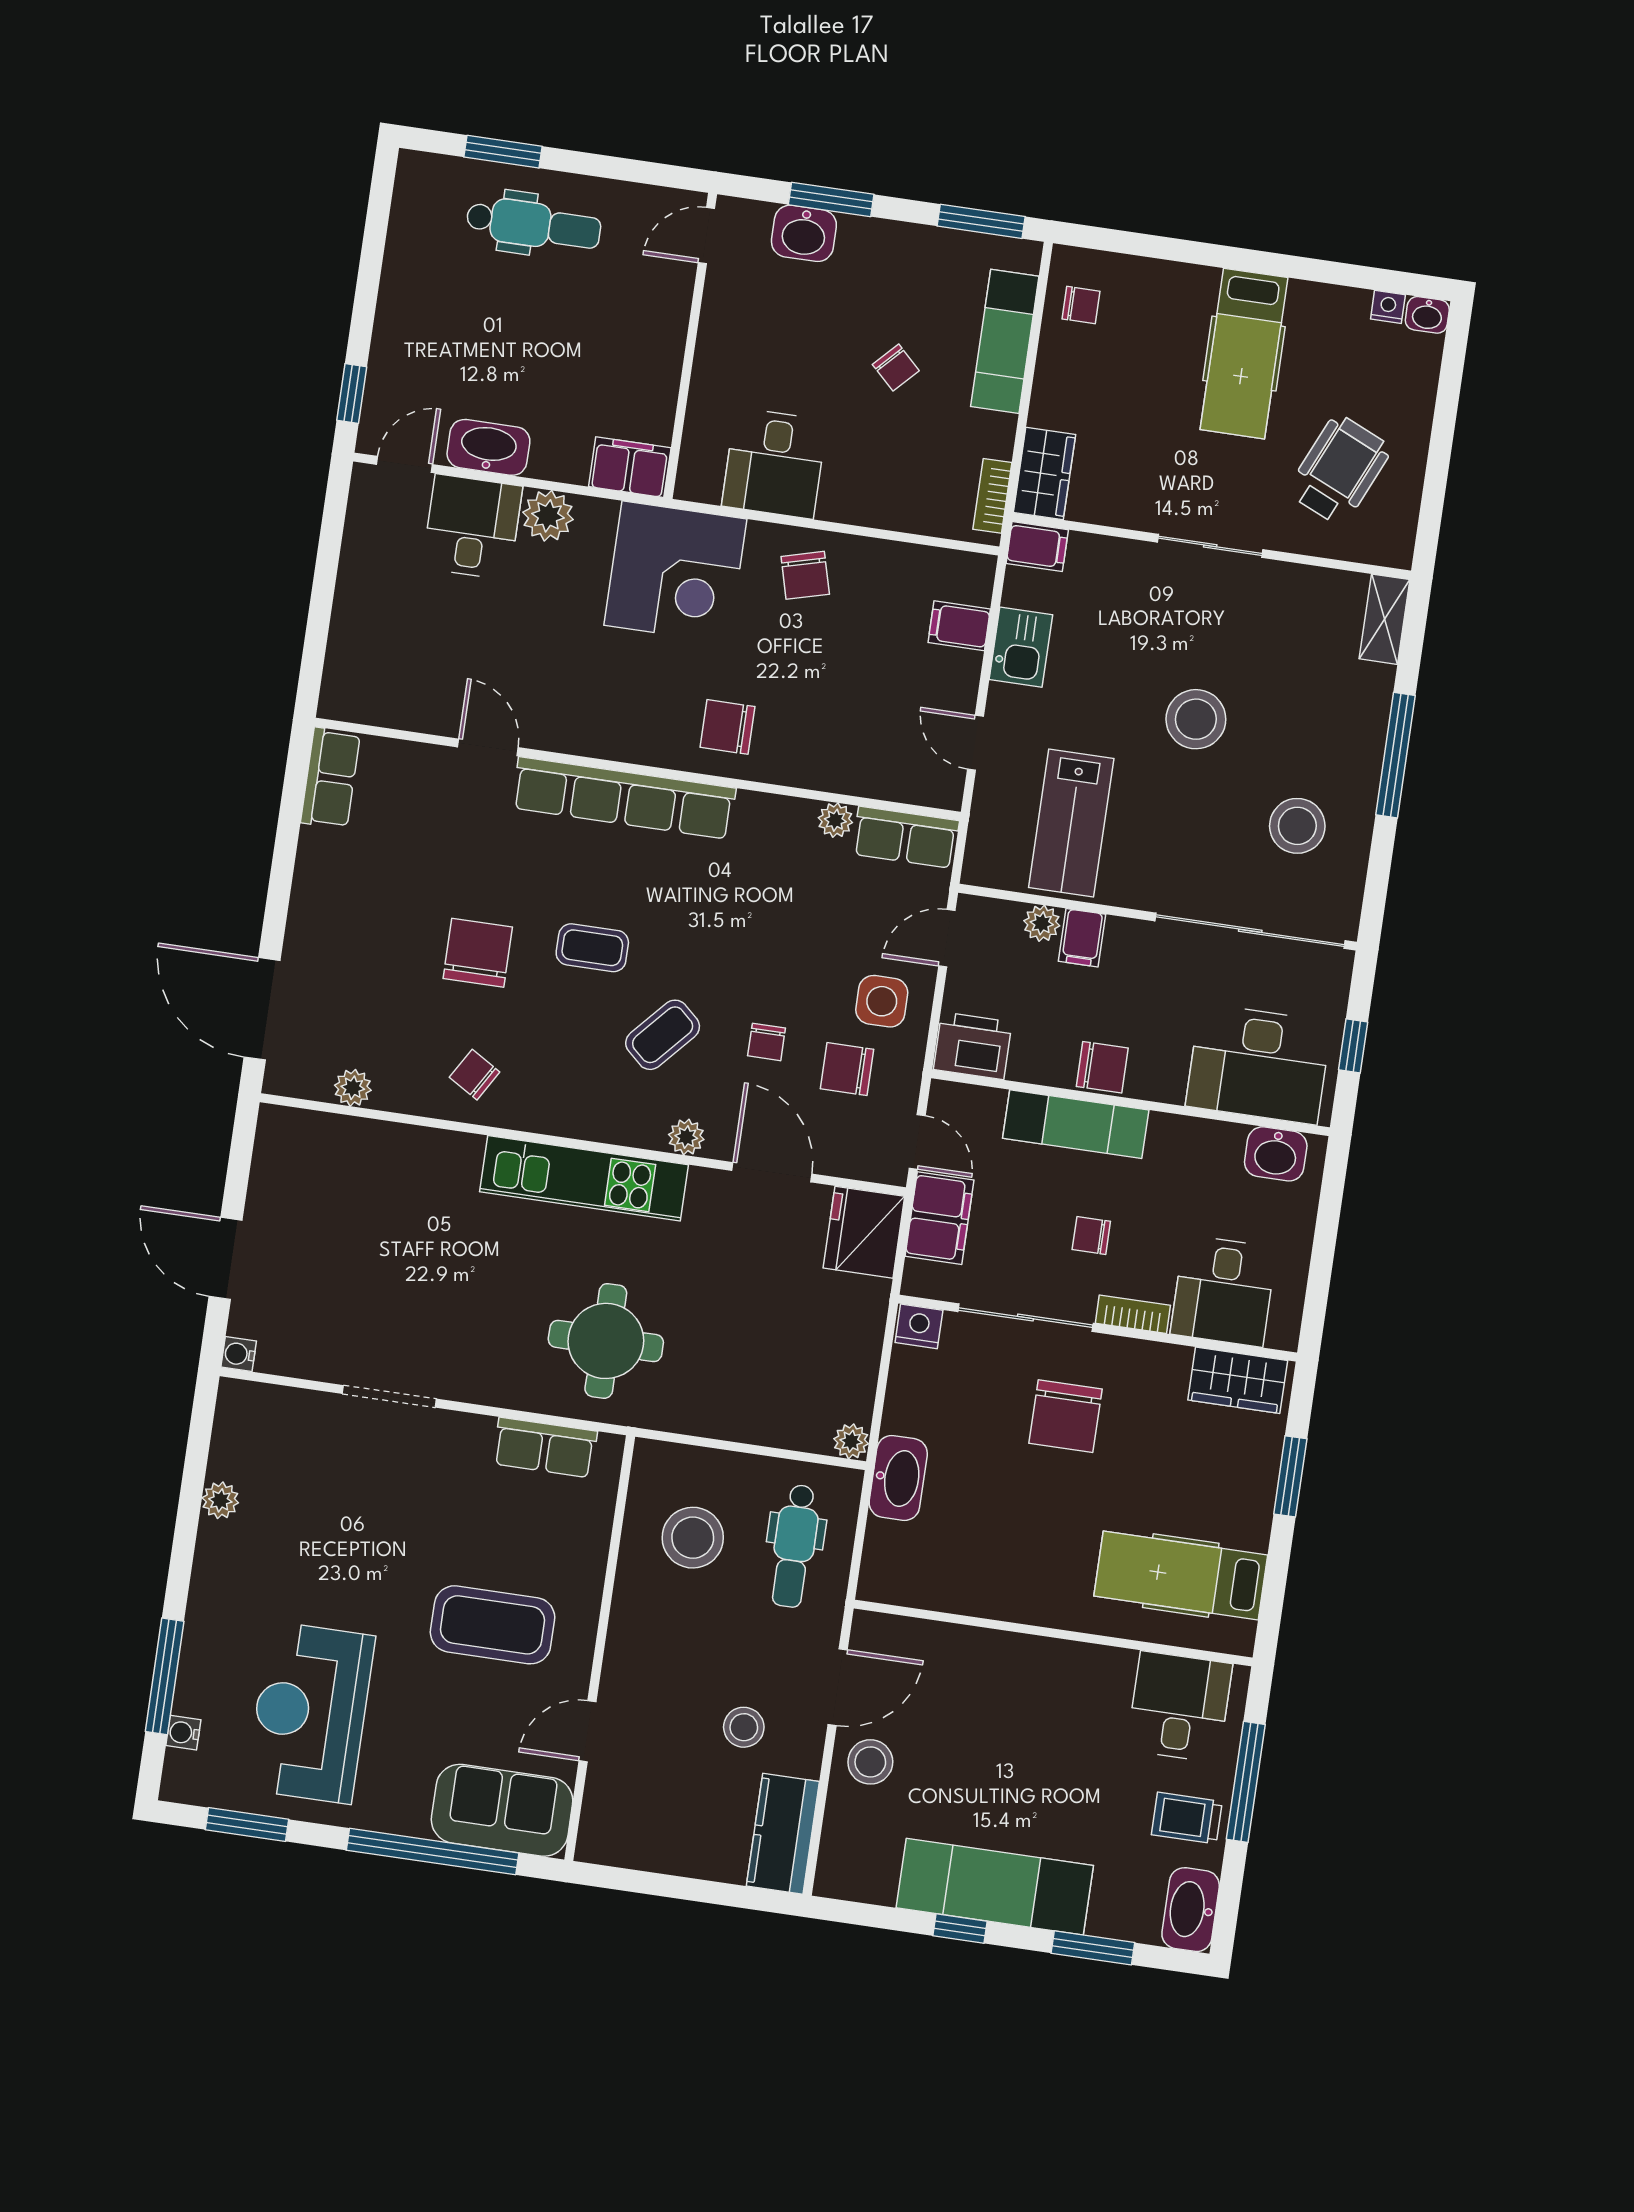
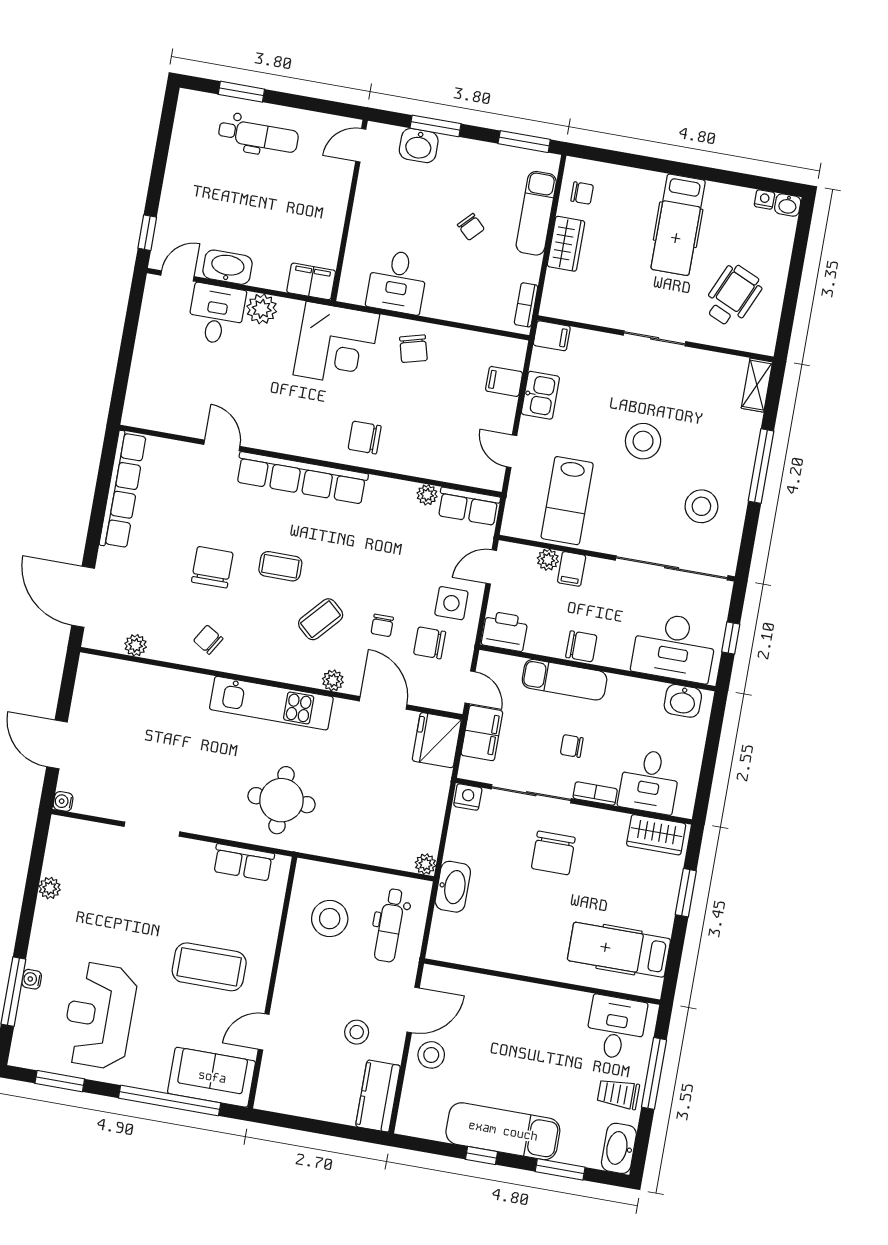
wardrobe: (1045, 474) -> (566, 244), moved
row of seats: (330, 778) -> (123, 490), width x2.02
water cooler: (183, 1733) -> (32, 979), moved

